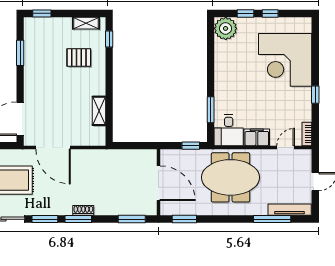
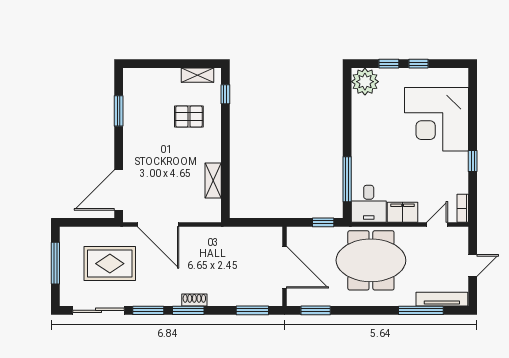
window: (42, 13) -> (145, 64), removed
window: (211, 110) -> (347, 179), width x1.44

